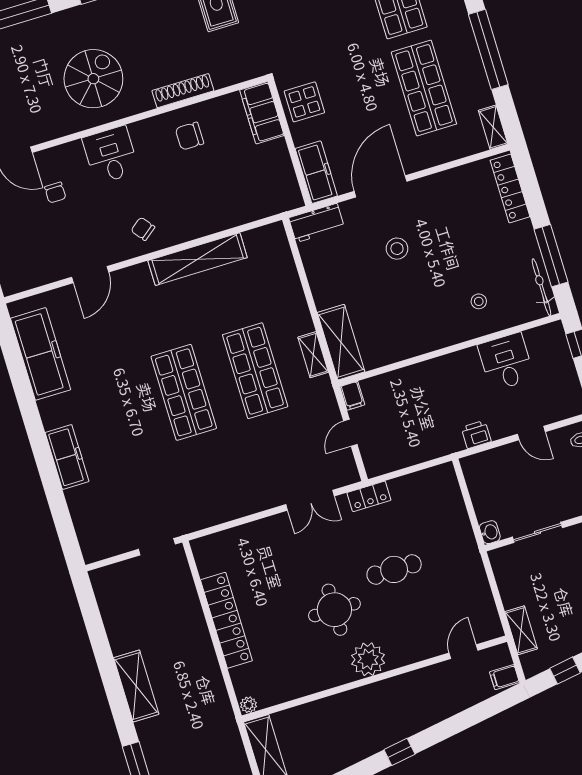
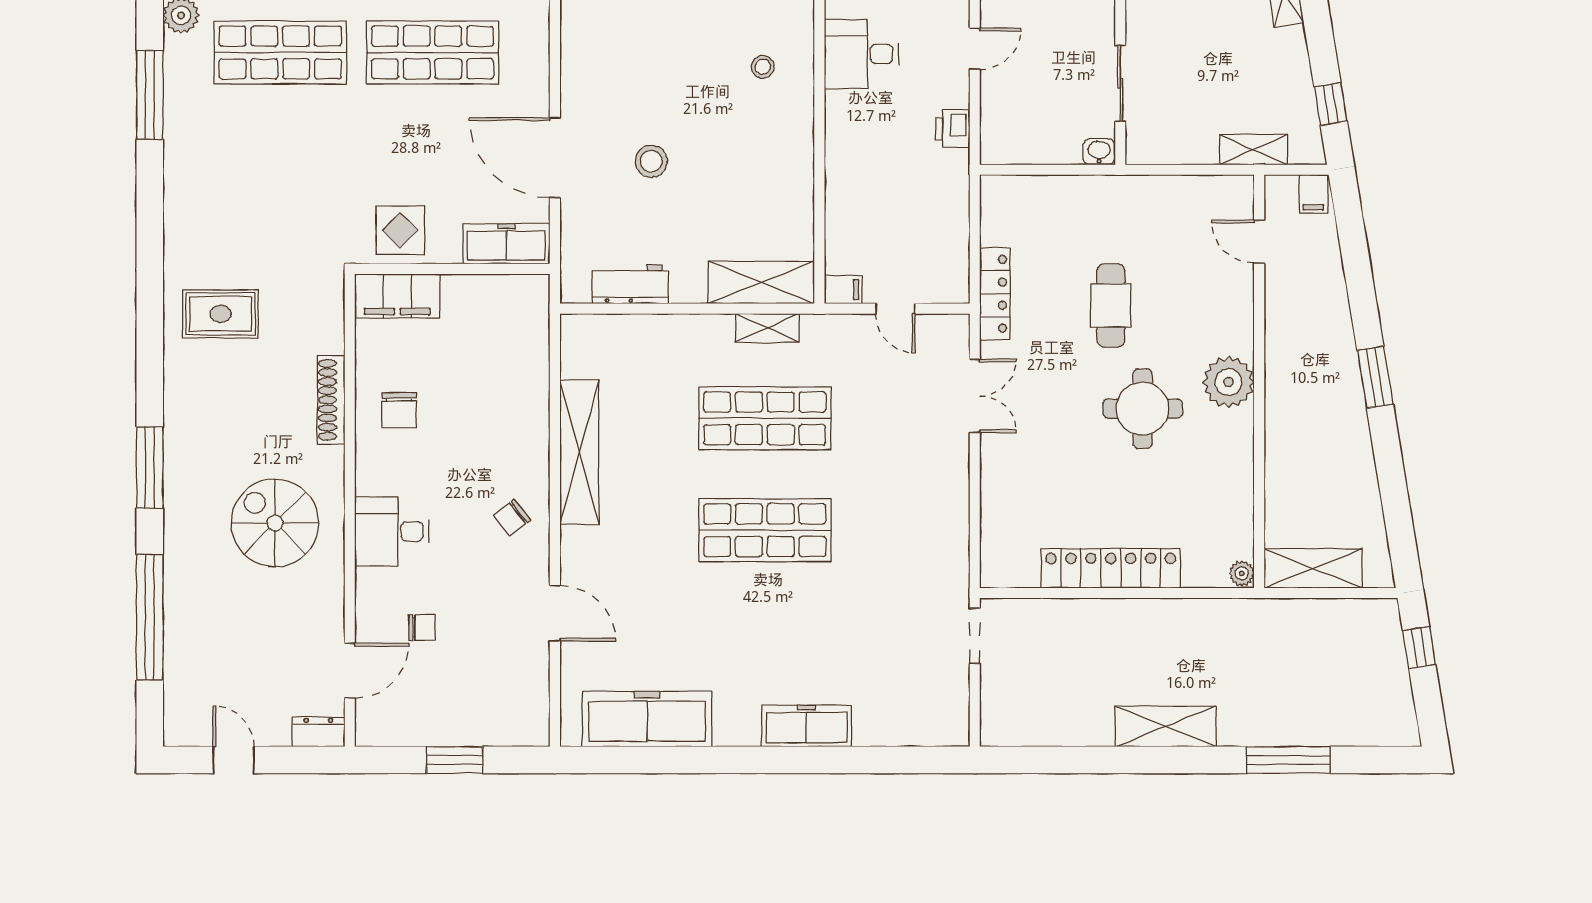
workbench: (317, 223) -> (630, 284), moved, turned -90
locker: (369, 496) -> (995, 294), width x1.53
window: (399, 752) -> (1375, 377), width x1.50

